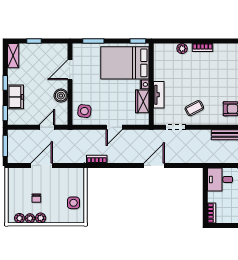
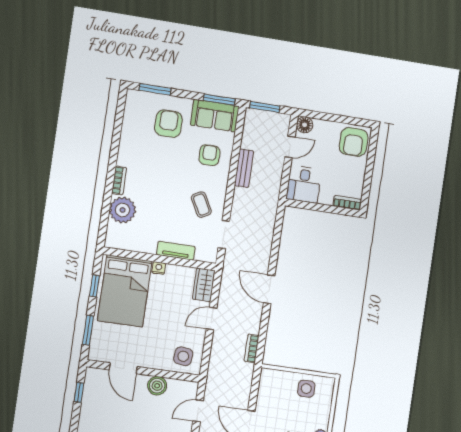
window: (34, 41) -> (79, 392), moved
window: (138, 41) -> (95, 286), moved
plant: (182, 49) -> (123, 210), width x1.87, depth x1.87
wardrobe: (142, 101) -> (204, 285), moved, turned 90
door: (47, 127) -> (198, 411), hinge flipped
door: (114, 127) -> (212, 318), swing flipped
door: (154, 166) -> (269, 289), moved

